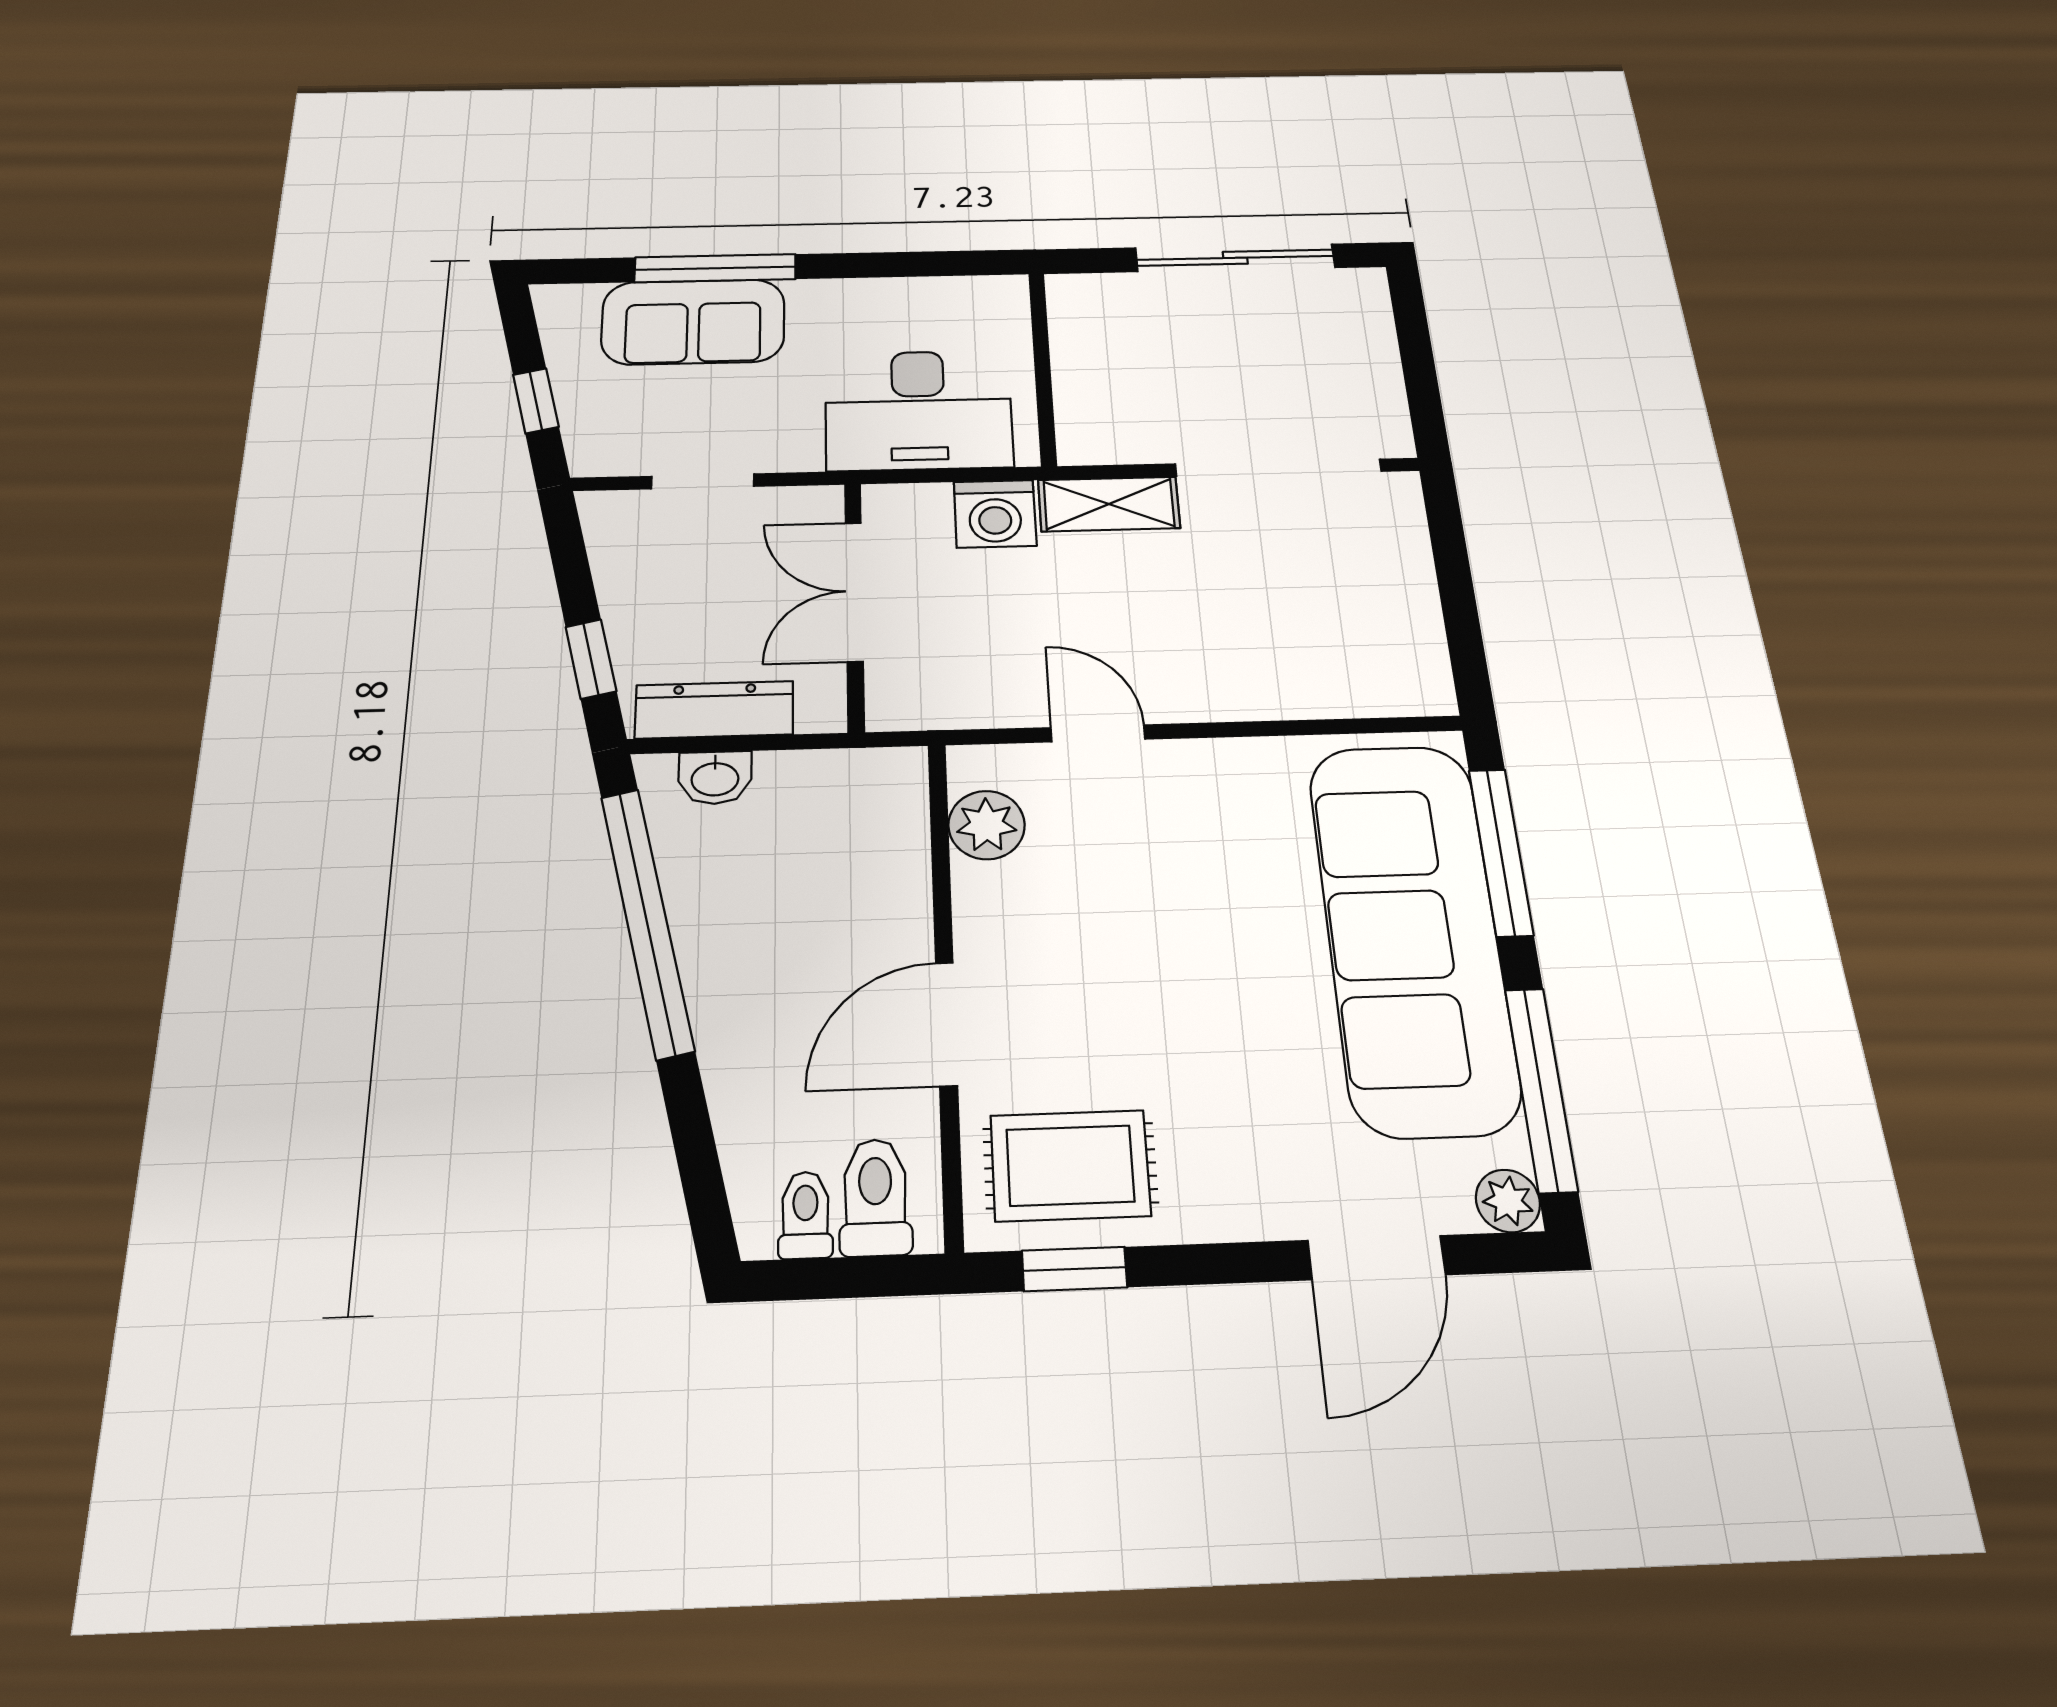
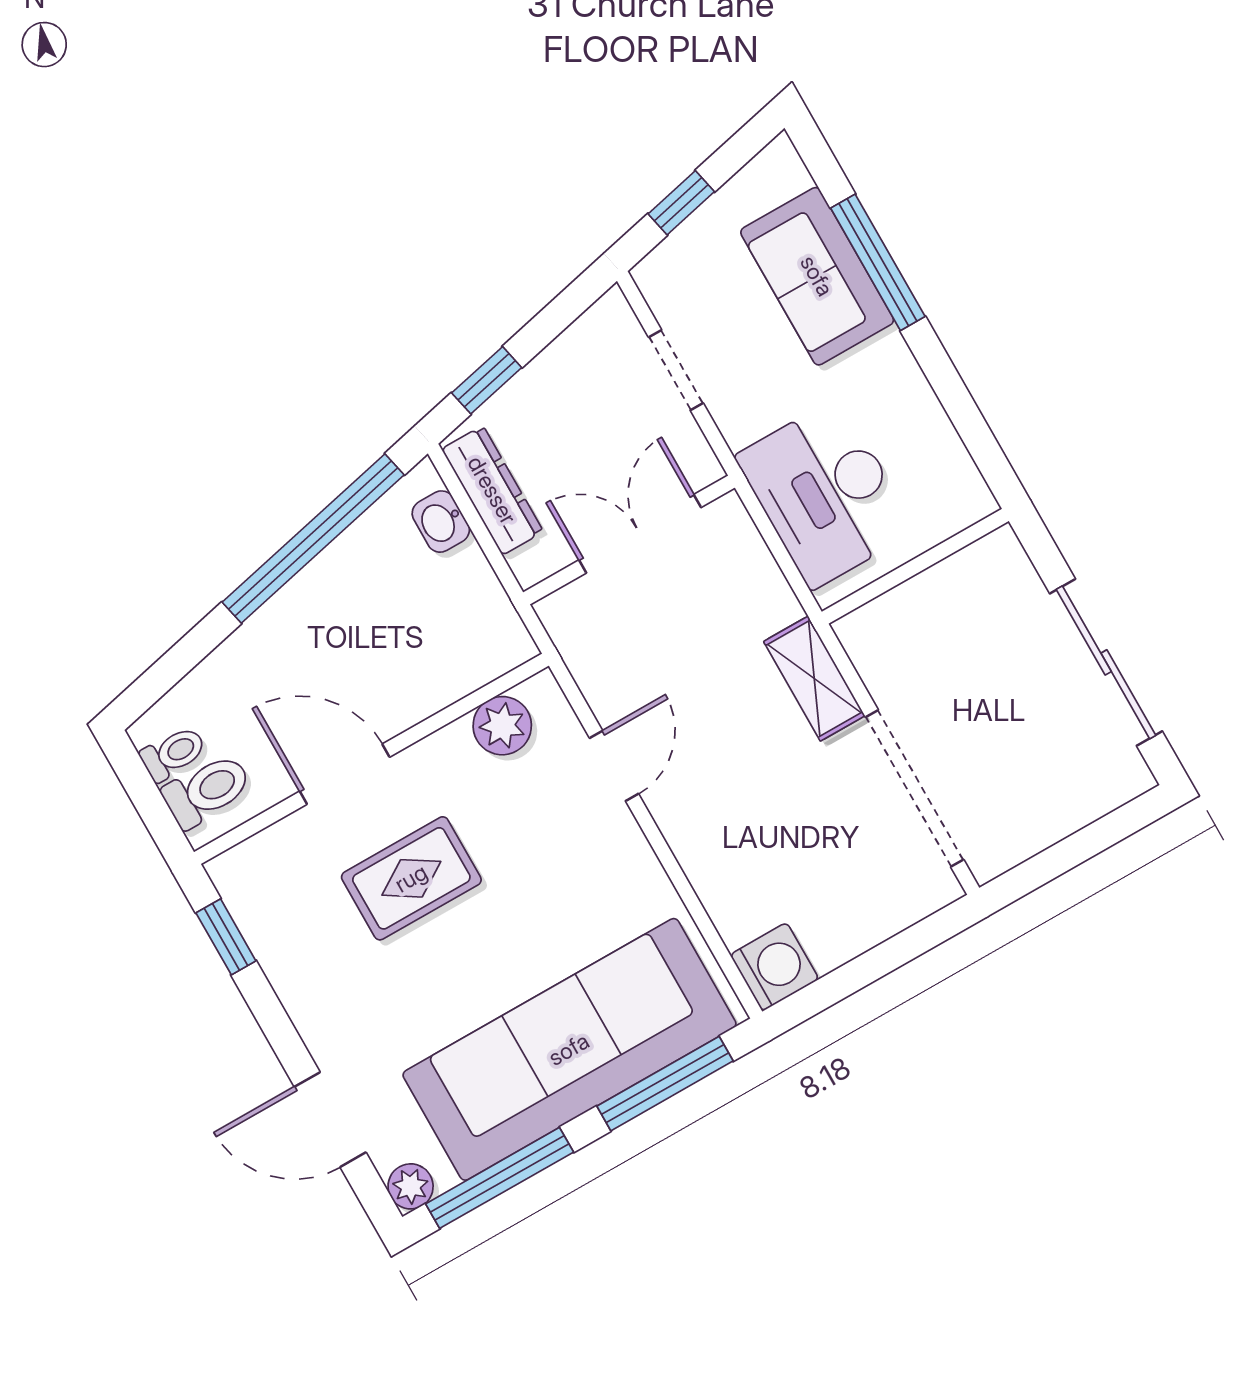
washing machine: (995, 514) -> (774, 967), moved, turned 180
rug: (1070, 1165) -> (411, 878), moved, turned 90

